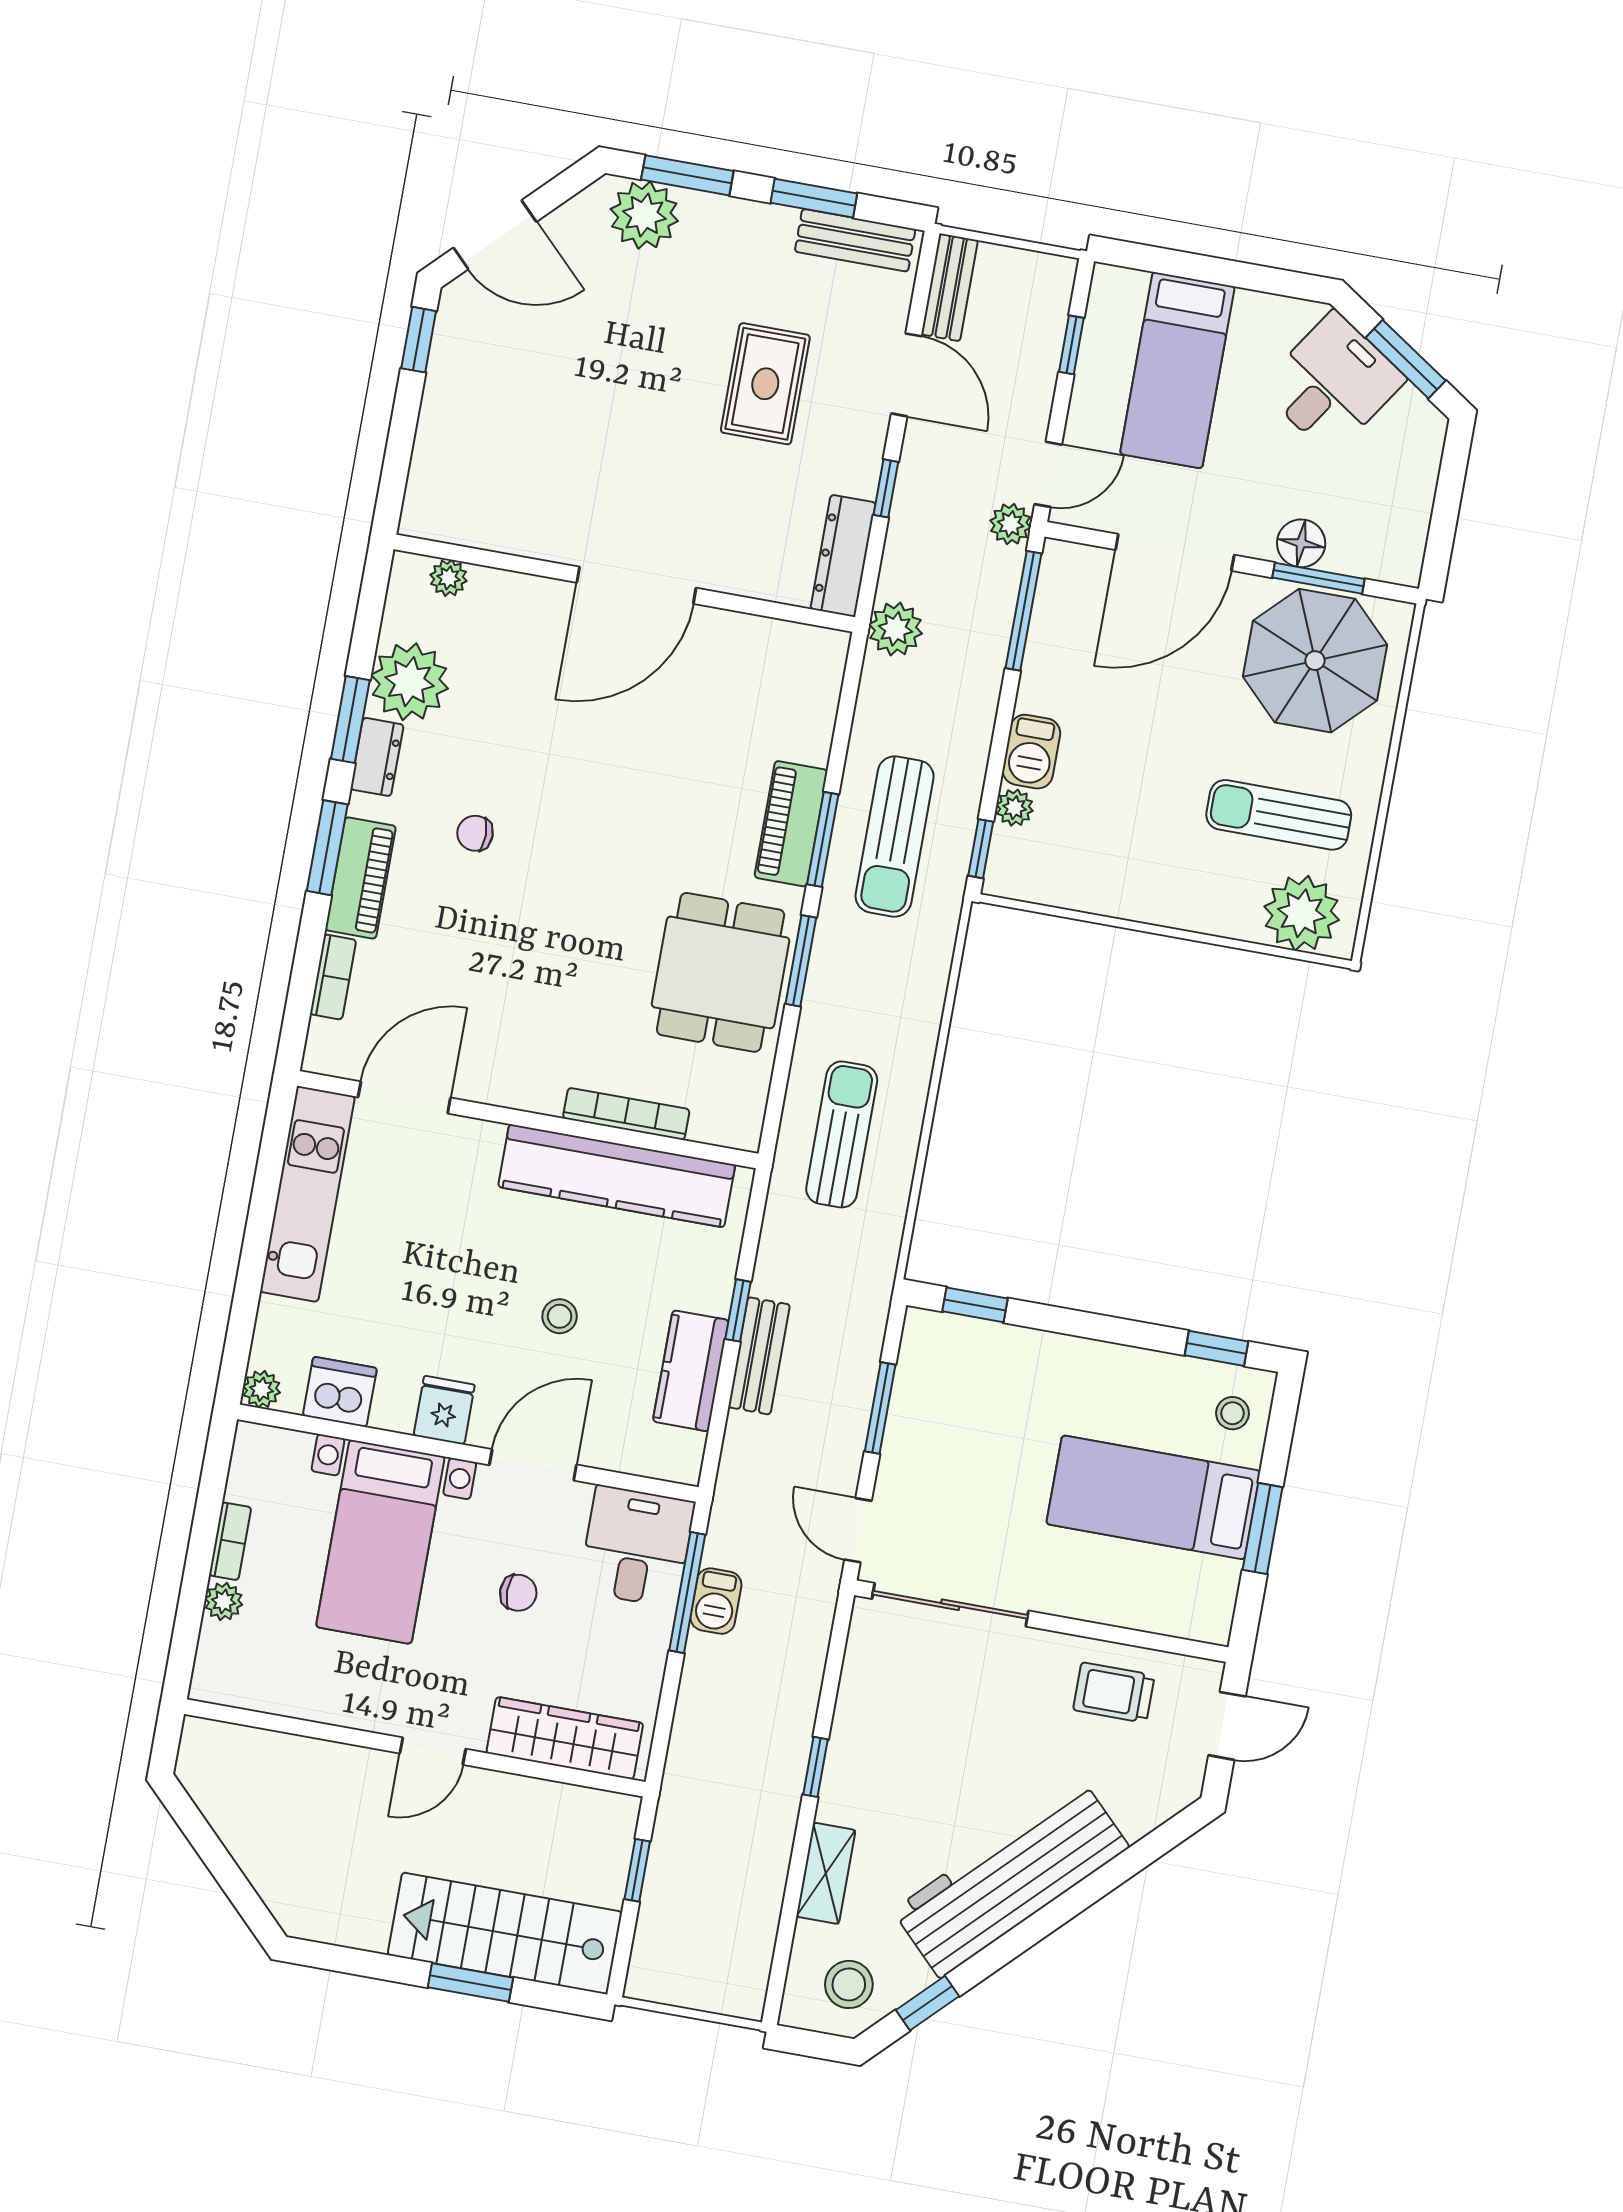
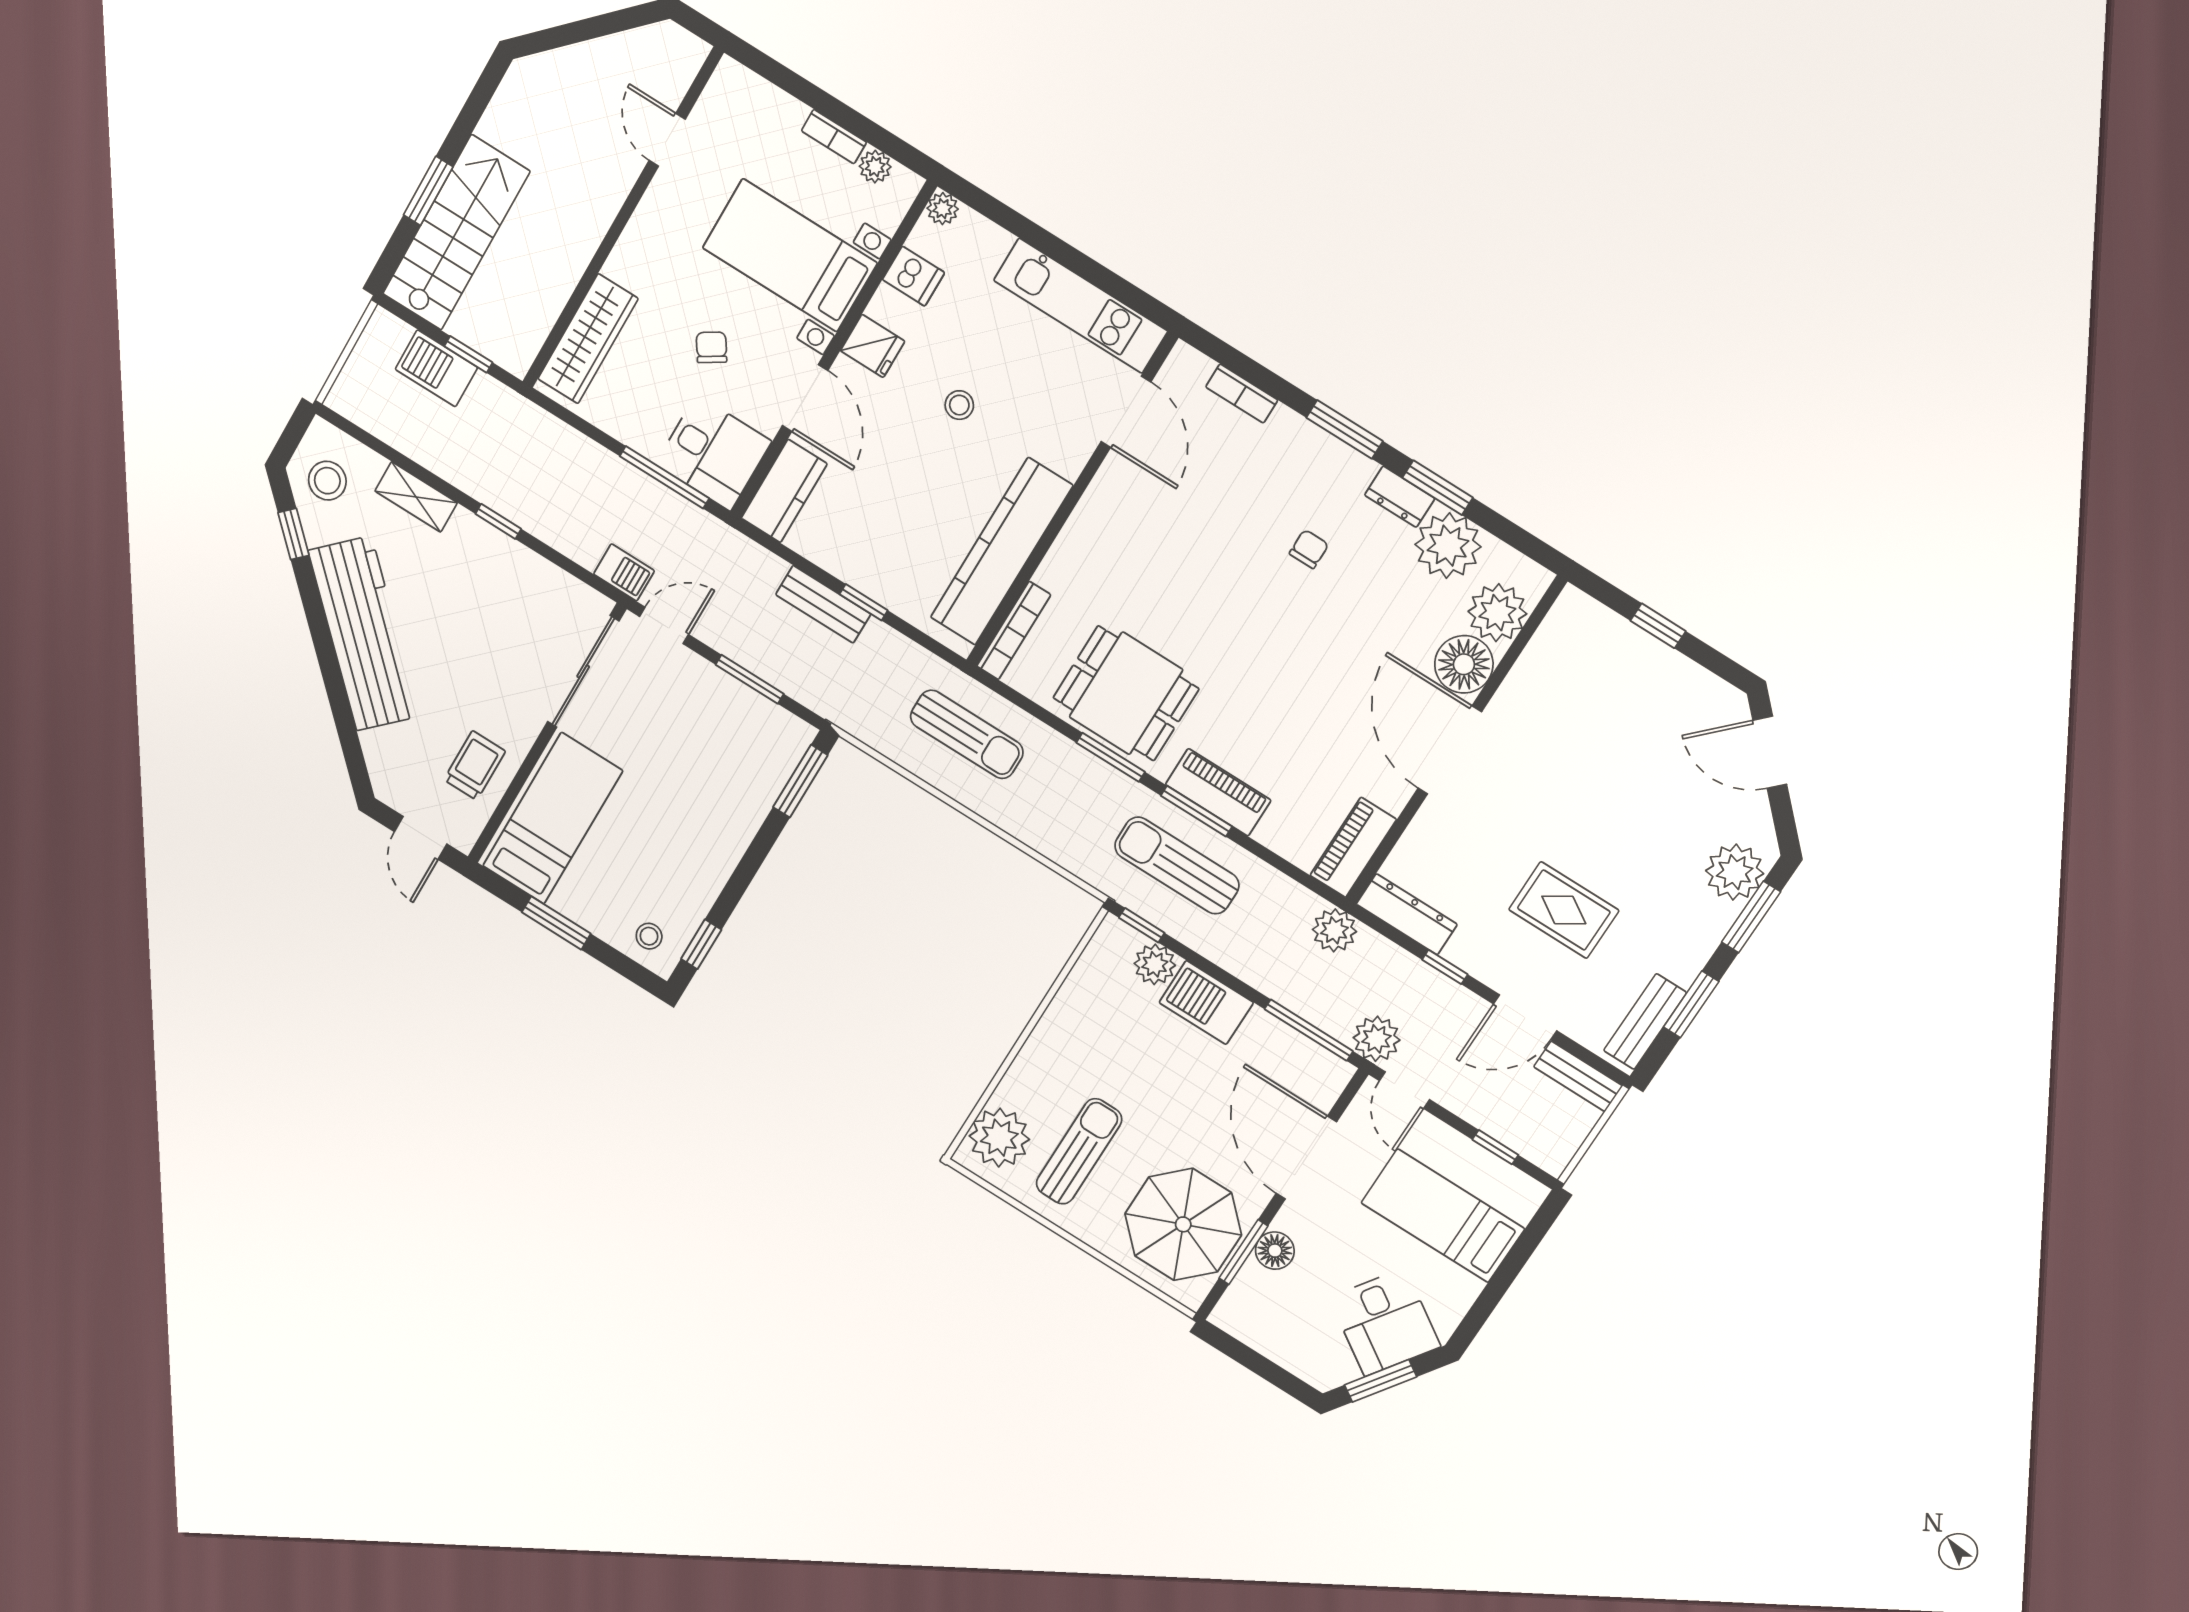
door: (495, 235) -> (1770, 752), hinge flipped
window: (419, 340) -> (1658, 626), moved
plant: (1011, 524) -> (1377, 1039), width x1.38, depth x1.38
plant: (448, 578) -> (1497, 613), width x1.88, depth x1.88
floor lamp: (534, 610) -> (1464, 664), added
barbecue: (1031, 752) -> (1206, 1003), width x1.38, depth x1.27
plant: (1015, 808) -> (1155, 964), width x1.38, depth x1.38
piano: (360, 878) -> (1353, 847), moved, turned 90
bookcase: (626, 1114) -> (1014, 631), moved
window: (975, 1305) -> (800, 781), width x1.50
stool: (560, 1316) -> (959, 405), moved
kitchen counter: (691, 1371) -> (784, 491), moved, turned 90
dishwasher: (340, 1392) -> (914, 276), width x0.73
bed: (1153, 1497) -> (553, 818), moved
chair: (518, 1593) -> (711, 347), turned 147
plant: (224, 1601) -> (875, 167), moved
barbecue: (716, 1601) -> (624, 572), moved, turned 180
door: (433, 1751) -> (667, 140), moved
barbecue: (668, 1902) -> (436, 368), added

